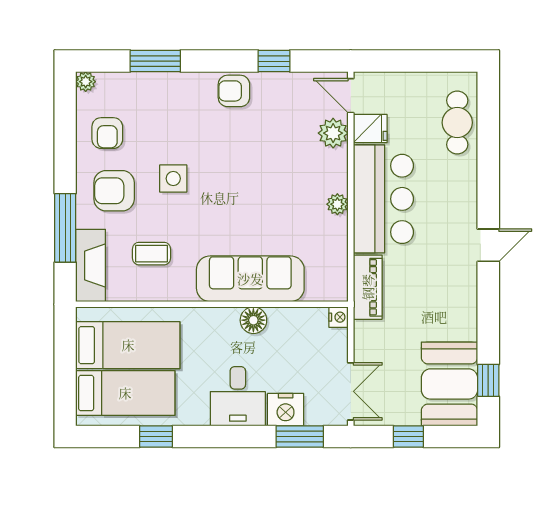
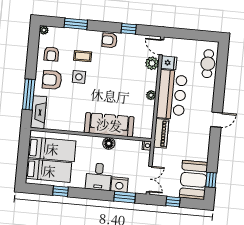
coffee table: (152, 254) -> (83, 56), moved

